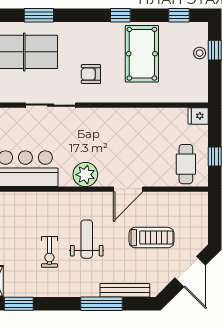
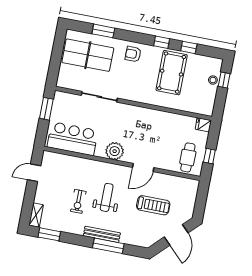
window: (179, 15) -> (189, 47), moved
armchair: (91, 74) -> (133, 54), moved
bench: (125, 290) -> (102, 234), moved

